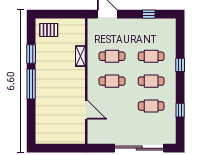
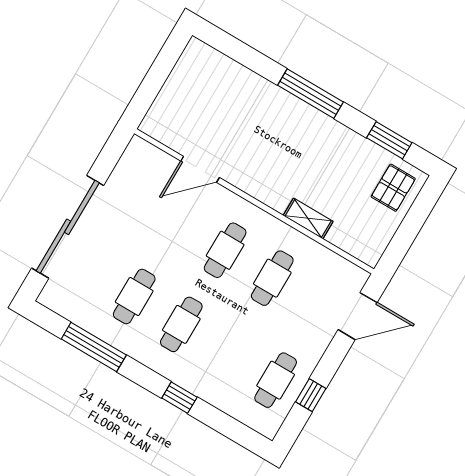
window: (31, 54) -> (389, 140), moved
cafe table: (151, 56) -> (276, 380), moved
window: (180, 110) -> (94, 347), width x2.17

